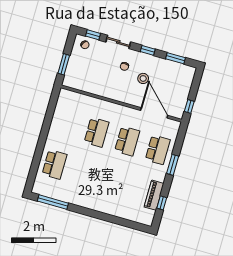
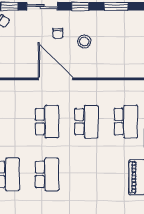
door: (154, 113) -> (56, 79), moved
school desk: (85, 173) -> (47, 174), added

